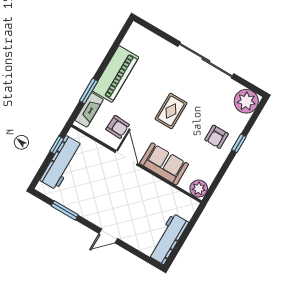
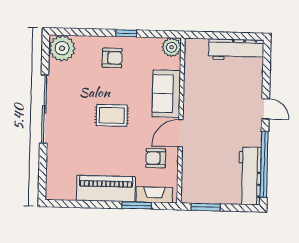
armchair: (118, 127) -> (156, 158), turned -93
window: (239, 143) -> (126, 33), moved
window: (57, 145) -> (206, 207), width x1.50
workbench: (61, 163) -> (250, 176), moved, turned -90
window: (65, 210) -> (264, 164), width x2.11

